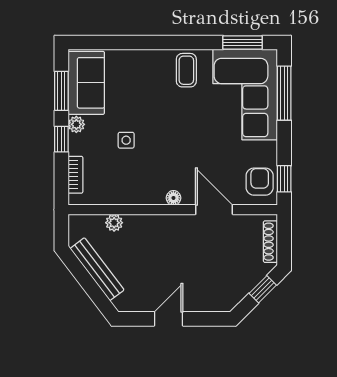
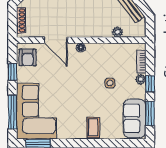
coffee table: (186, 70) -> (93, 127), moved
plant: (76, 124) -> (141, 79), moved
window: (284, 179) -> (12, 72), moved

